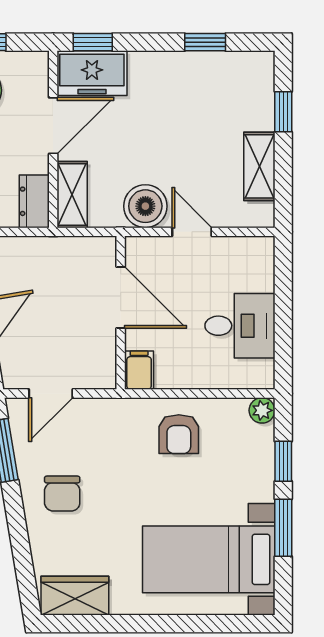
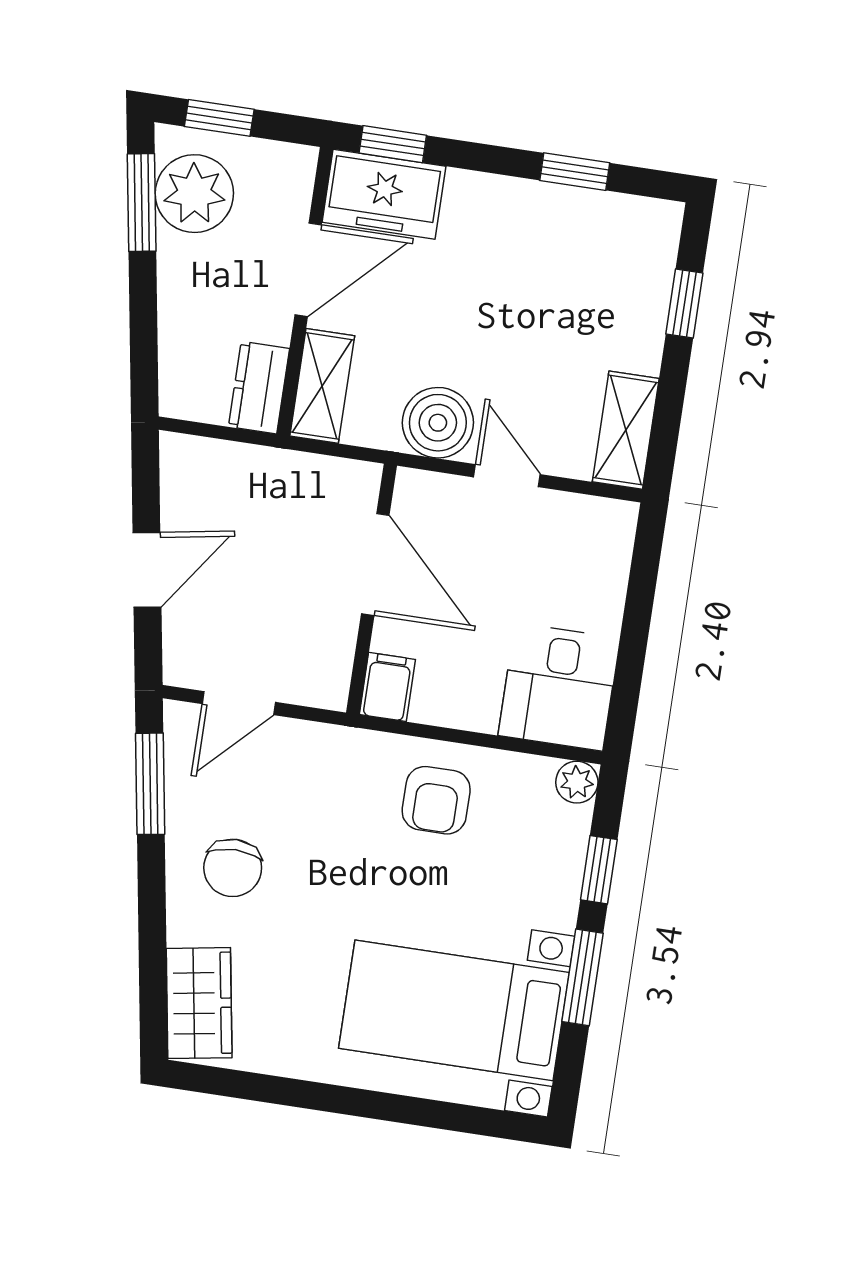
shelving: (259, 166) -> (626, 430), moved
desk: (240, 326) -> (559, 687), moved, turned 90
wardrobe: (75, 596) -> (199, 1003), moved, turned 81

